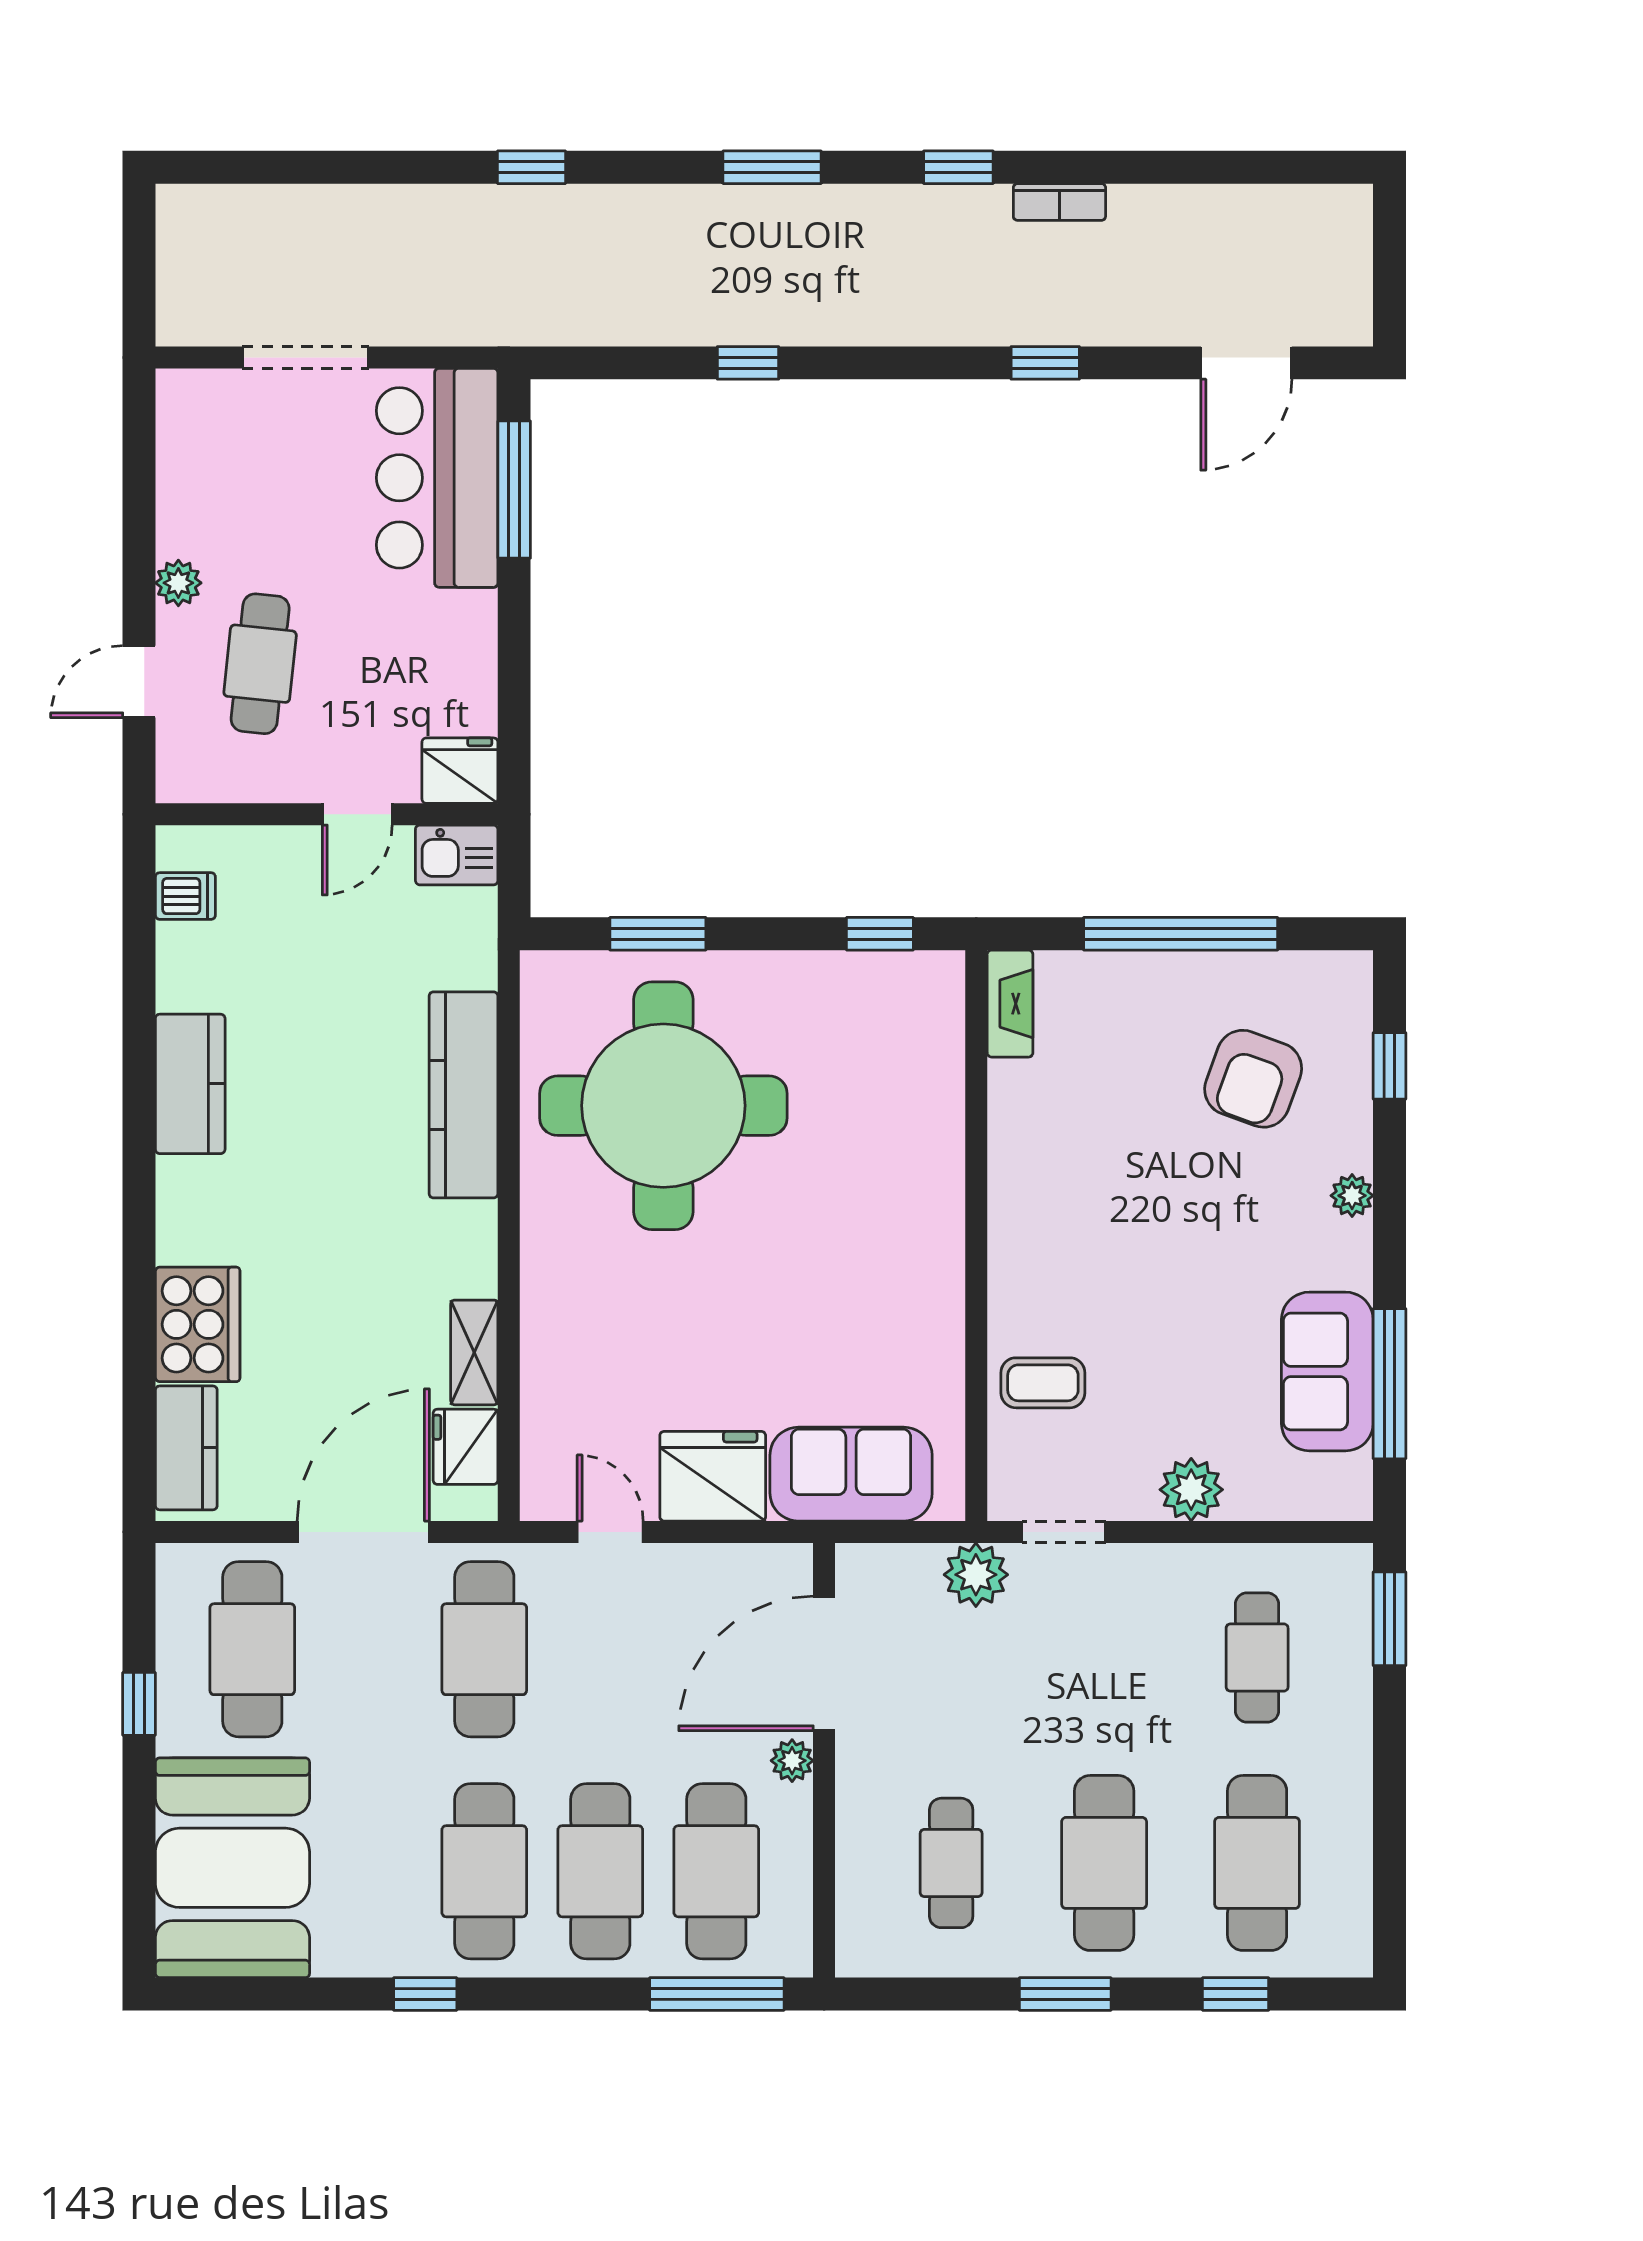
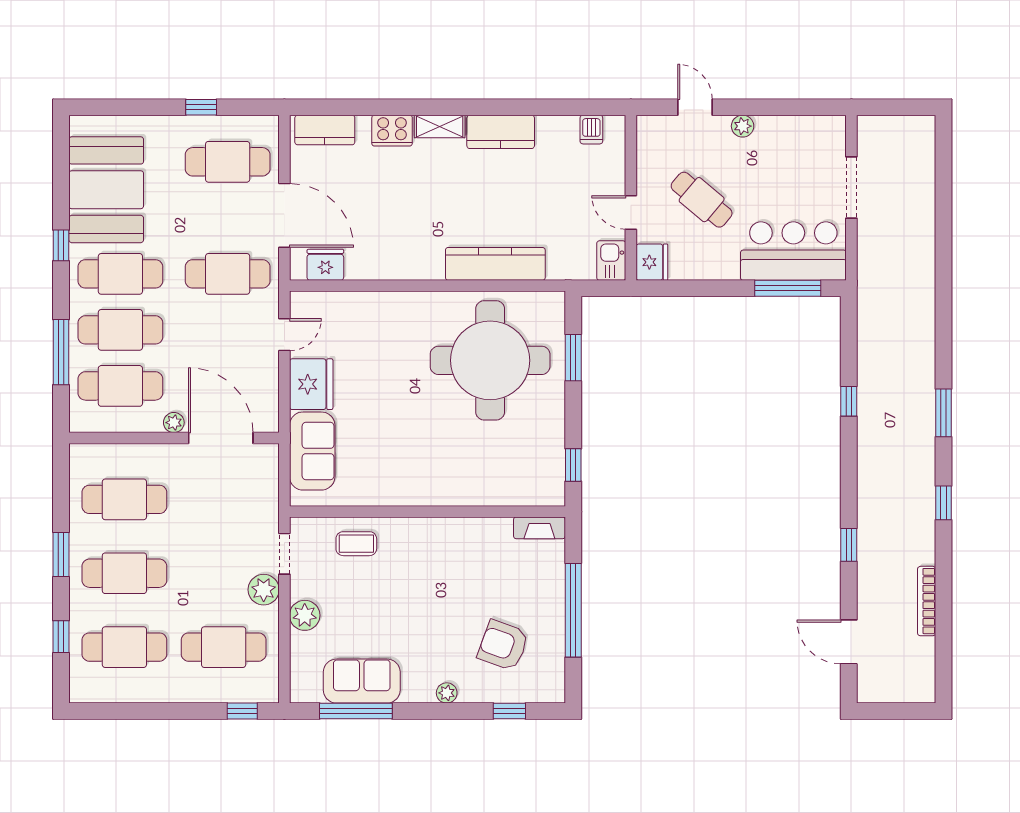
window: (532, 167) -> (943, 297), removed
bookcase: (1059, 202) -> (927, 601), moved, width x1.56
cafe table: (260, 664) -> (702, 200), moved, turned 34
cooker: (198, 1324) -> (392, 131), width x0.73, depth x0.76
shelving: (474, 1352) -> (440, 126), moved
coffee table: (1043, 1383) -> (356, 544), turned 90
plant: (976, 1575) -> (264, 590), moved
window: (1390, 1619) -> (242, 711), width x0.67
cafe table: (1257, 1658) -> (224, 647), width x1.37, depth x1.35
cafe table: (951, 1863) -> (124, 499), width x1.37, depth x1.35
booth: (232, 1868) -> (106, 190), moved, turned 90
window: (717, 1994) -> (61, 352), moved

